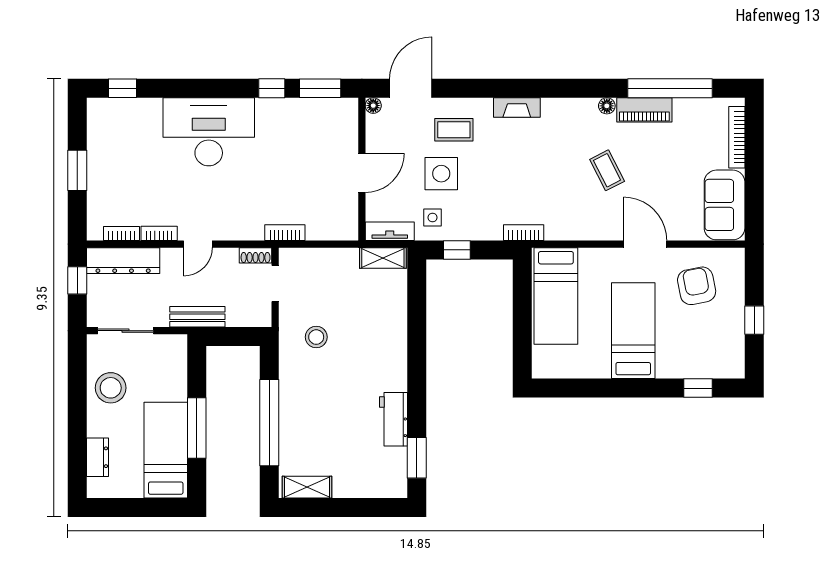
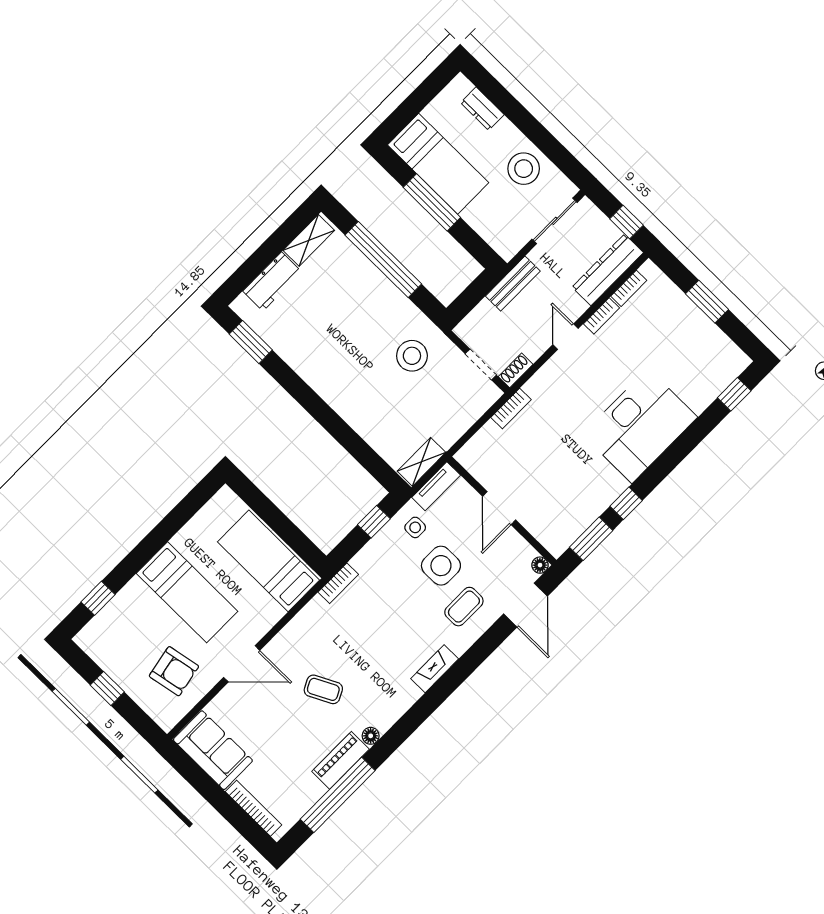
stool: (316, 337) -> (412, 356), width x1.38, depth x1.38
workbench: (394, 419) -> (272, 281), moved, turned 90

